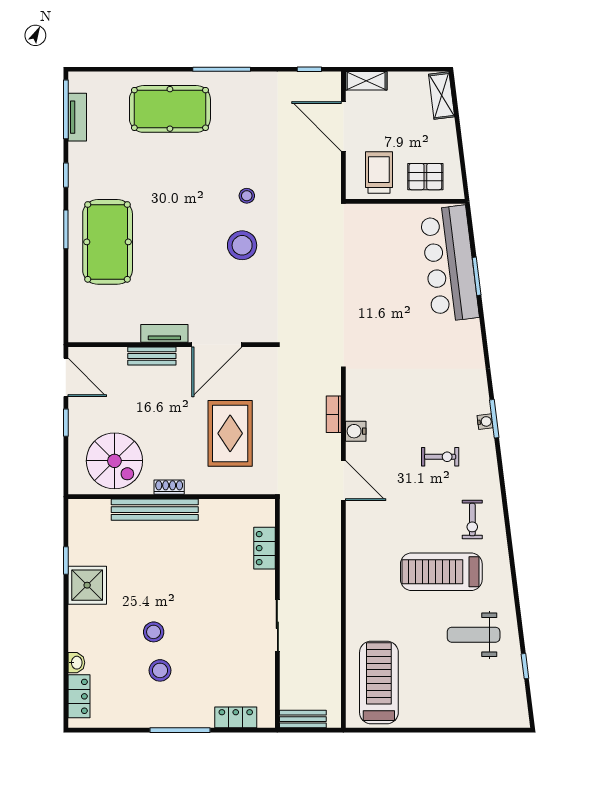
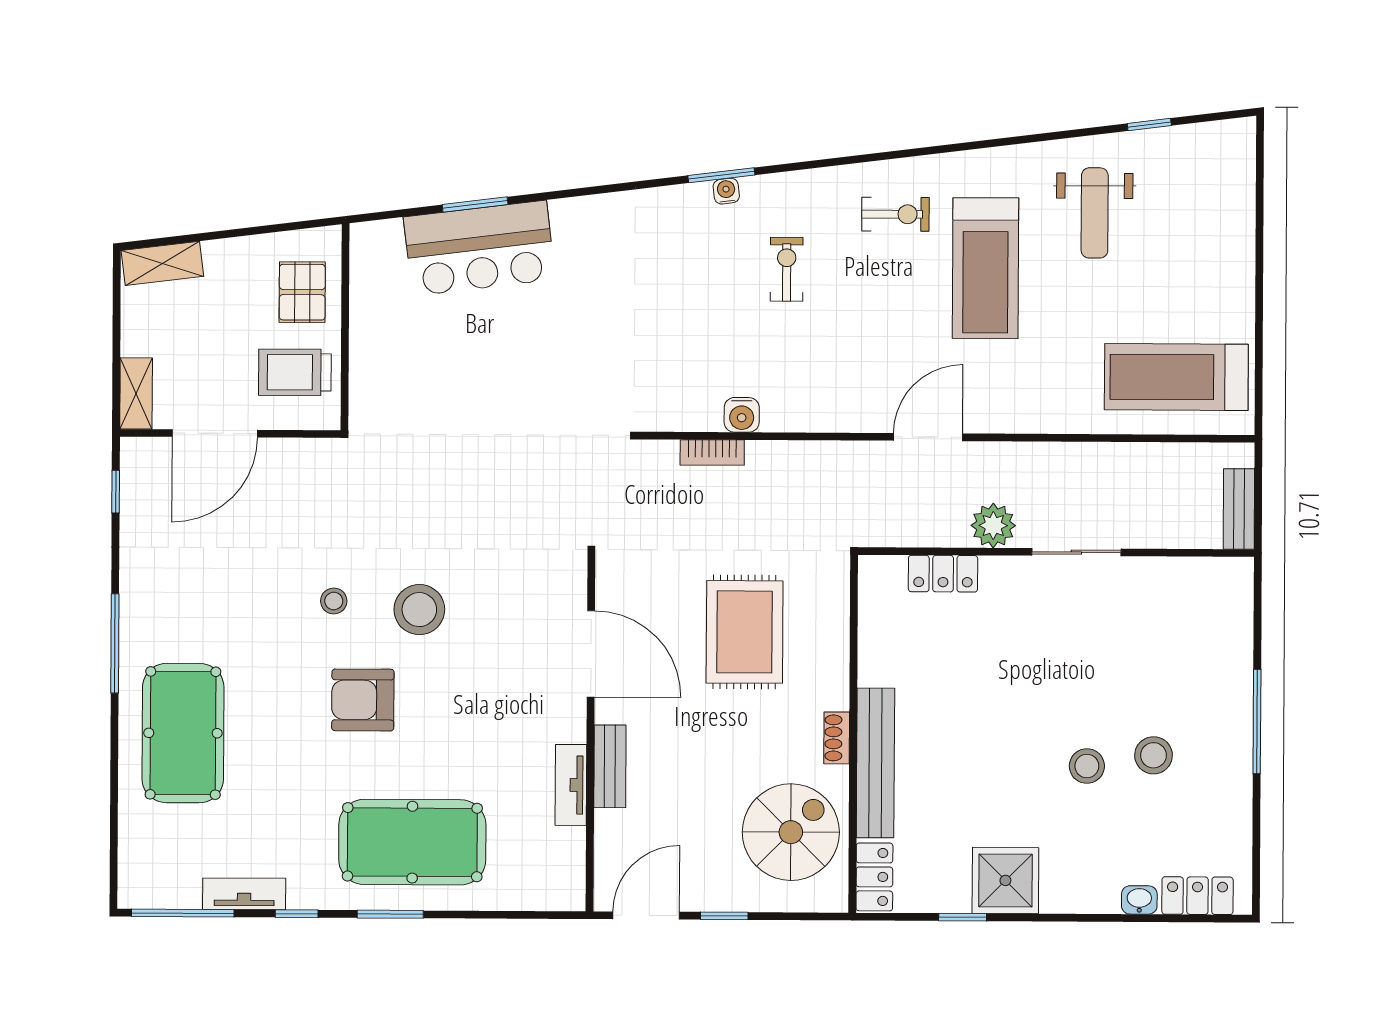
tv unit: (77, 117) -> (244, 894), moved
armchair: (190, 213) -> (363, 700), added
bar counter: (449, 264) -> (479, 248), width x0.73
tv unit: (164, 333) -> (571, 785), moved
rug: (230, 433) -> (745, 632), turned 90
door: (343, 481) -> (928, 437), moved
plant: (292, 577) -> (993, 526), added
locker: (236, 717) -> (874, 877), moved, turned 180

